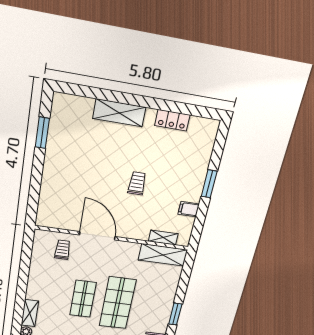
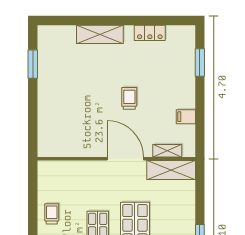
window: (209, 184) -> (200, 63), moved
door: (97, 236) -> (125, 159), moved
trolley: (62, 250) -> (52, 214), moved

